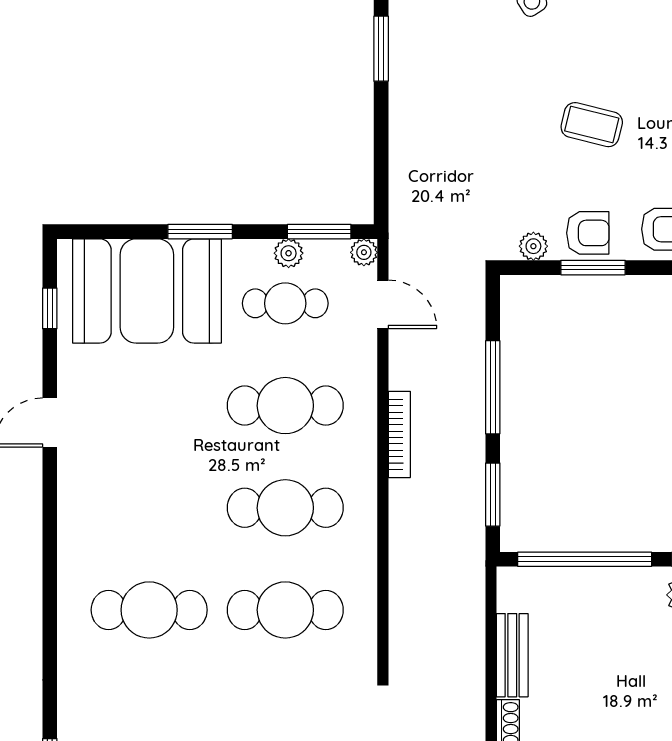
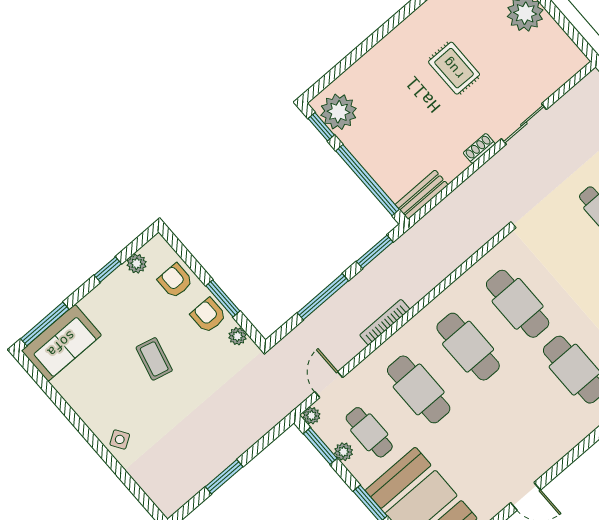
window: (381, 49) -> (224, 477), moved
bench: (512, 655) -> (422, 195), moved

